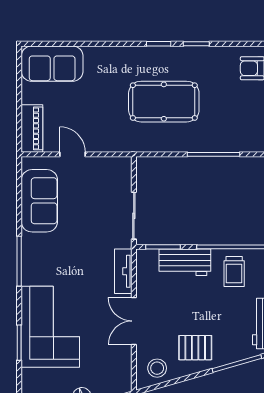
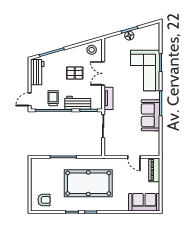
pool table: (164, 102) -> (88, 183), width x1.36, depth x1.32
sofa: (39, 201) -> (151, 115), moved
double door: (134, 321) -> (103, 73), swing flipped
pallet: (195, 348) -> (75, 73), moved

